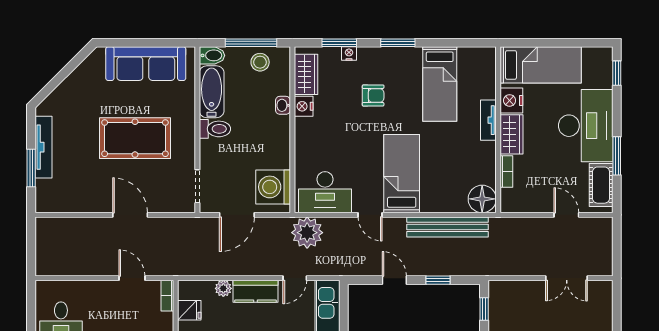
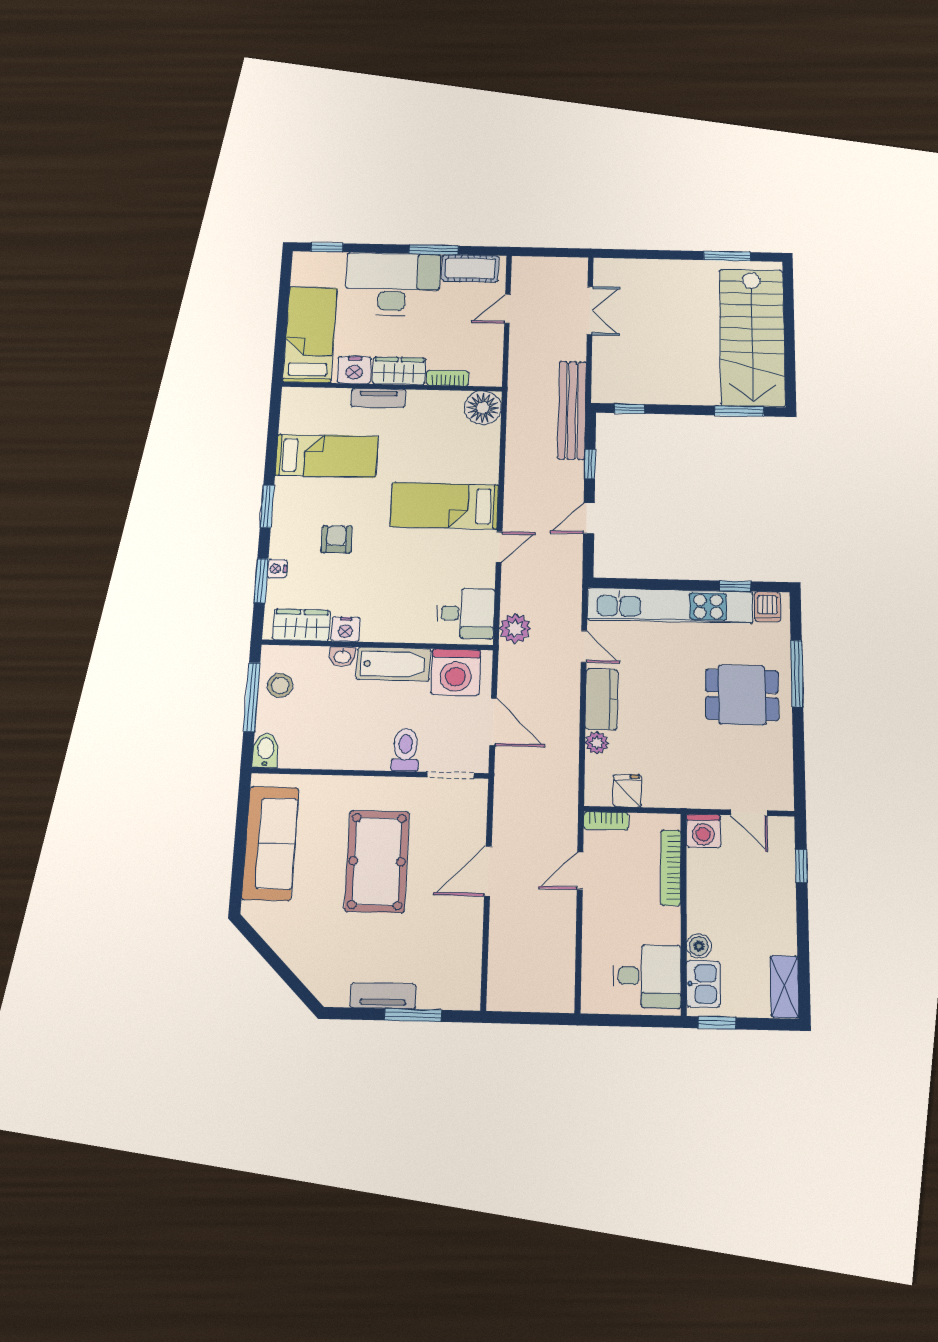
bathtub: (212, 92) -> (393, 664), moved, turned 180
toilet: (215, 129) -> (405, 750), moved
tv unit: (43, 147) -> (383, 996), width x0.71
desk: (325, 192) -> (466, 613), width x0.73
bench: (448, 227) -> (572, 410), moved
plant: (307, 233) -> (515, 628), width x0.73, depth x0.73

